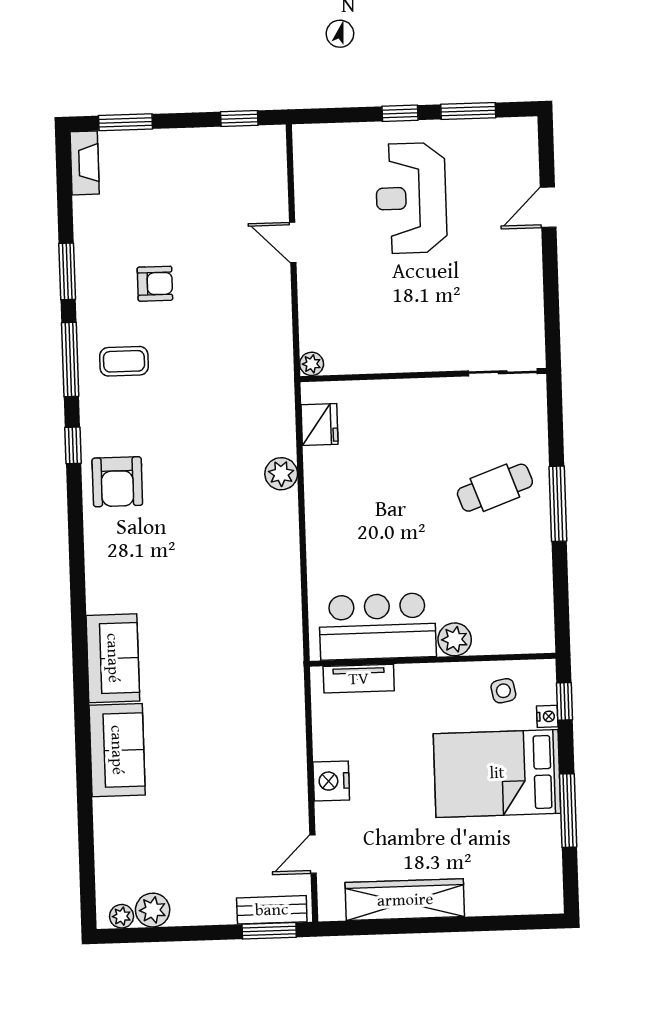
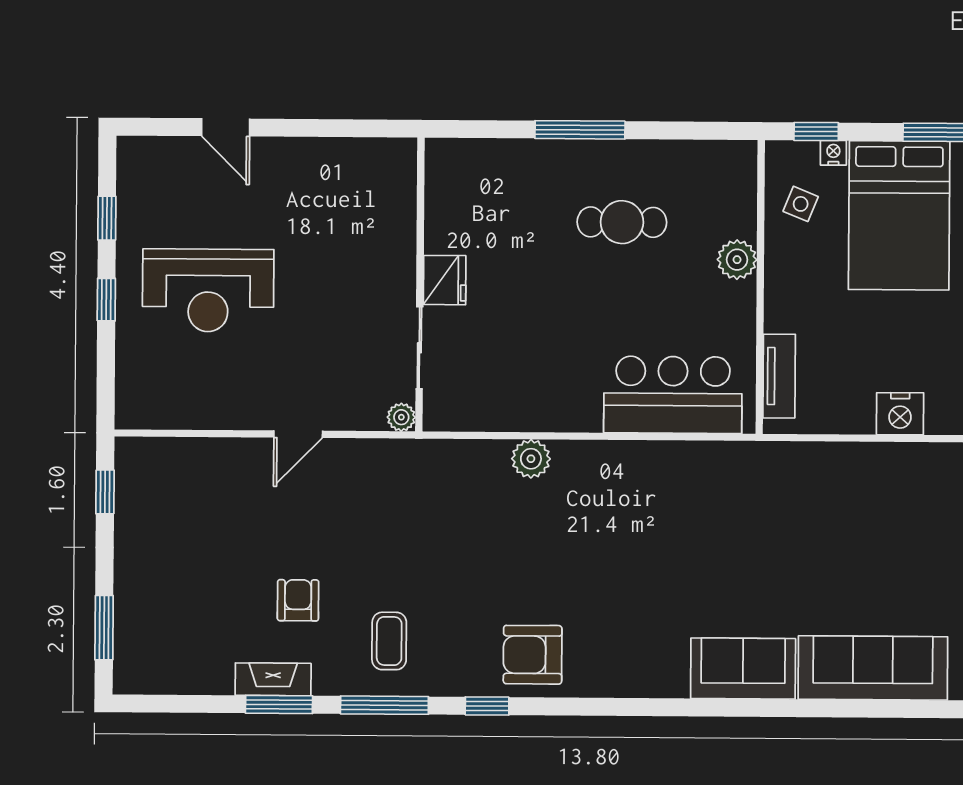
window: (468, 111) -> (107, 218), width x0.67
fireplace: (85, 163) -> (273, 679), moved
door: (293, 243) -> (298, 434), moved
sliding door: (503, 372) -> (419, 348), moved
fridge: (319, 424) -> (445, 280), moved, turned 90
armchair: (117, 482) -> (533, 655), turned 180
cafe table: (495, 488) -> (622, 222), moved, turned -70
bar counter: (377, 626) -> (673, 395), moved, turned 90
side table: (503, 691) -> (801, 204), turned 33
sofa: (117, 750) -> (873, 668), width x1.36

